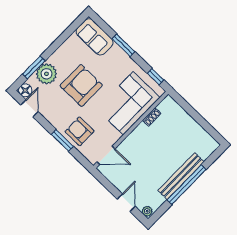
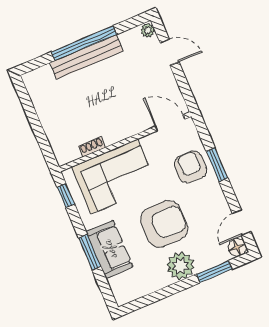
sofa: (95, 37) -> (109, 249), moved
plant: (47, 74) -> (181, 266), moved
armchair: (81, 85) -> (164, 224), turned 180
armchair: (80, 131) -> (191, 167), turned 180
door: (126, 203) -> (170, 52), swing flipped

